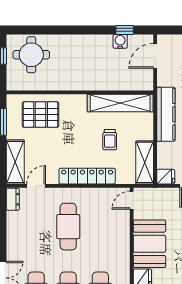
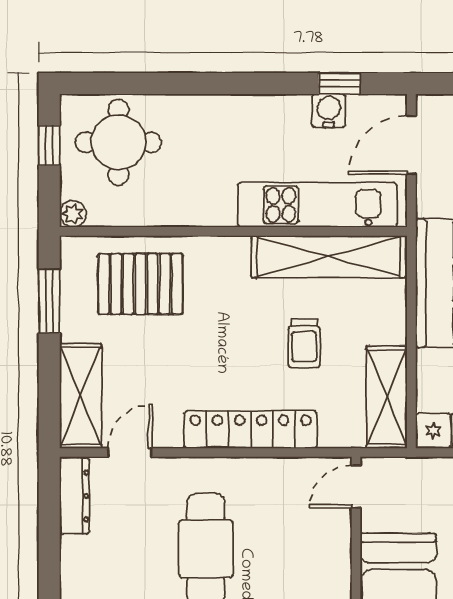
kitchen unit: (115, 81) -> (317, 205), added
plant: (12, 85) -> (73, 214), added
dresser: (13, 199) -> (75, 496), width x1.44

